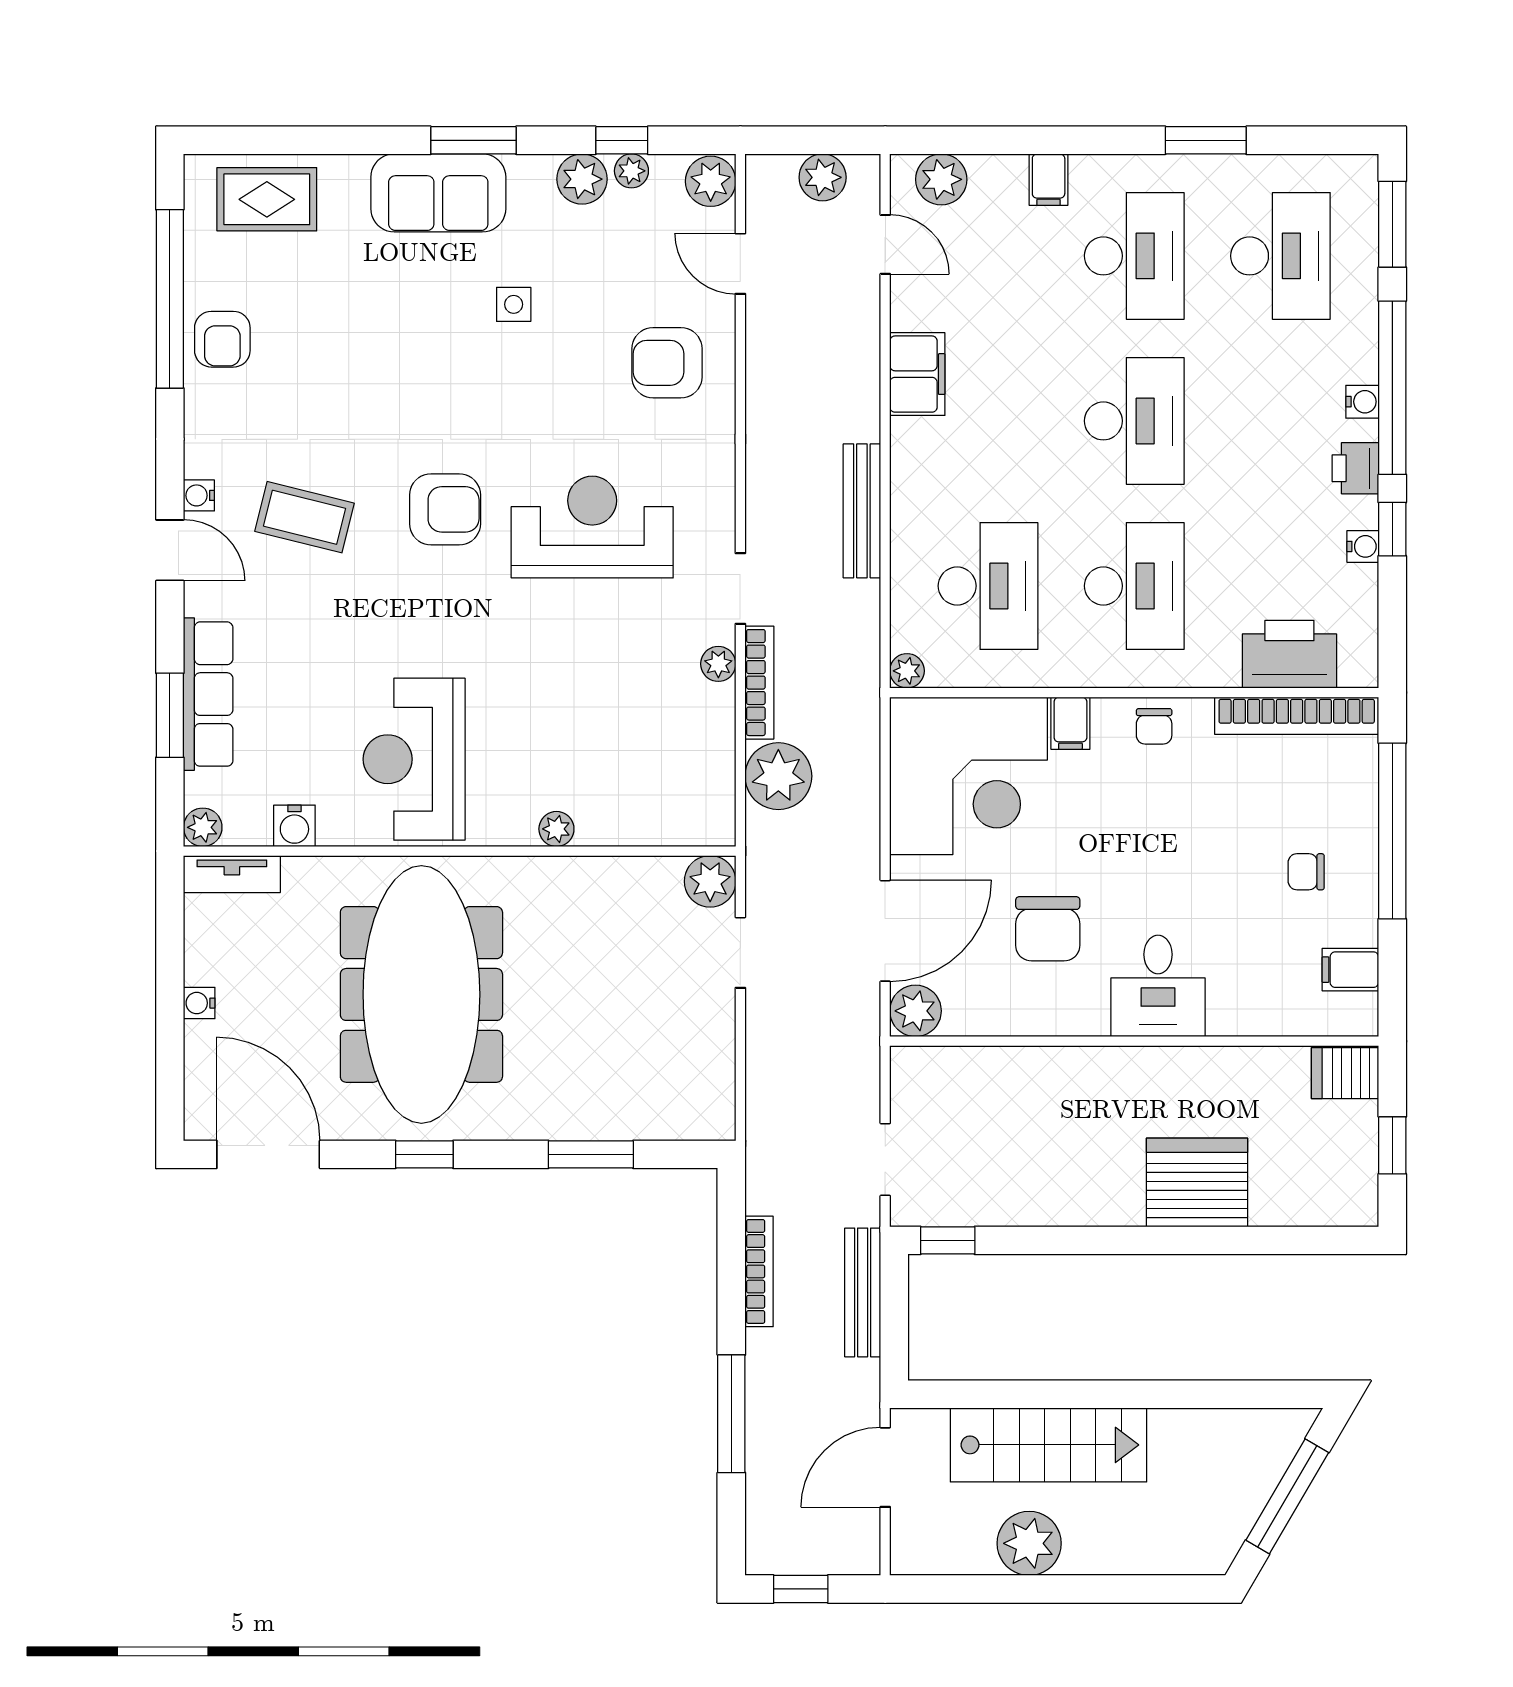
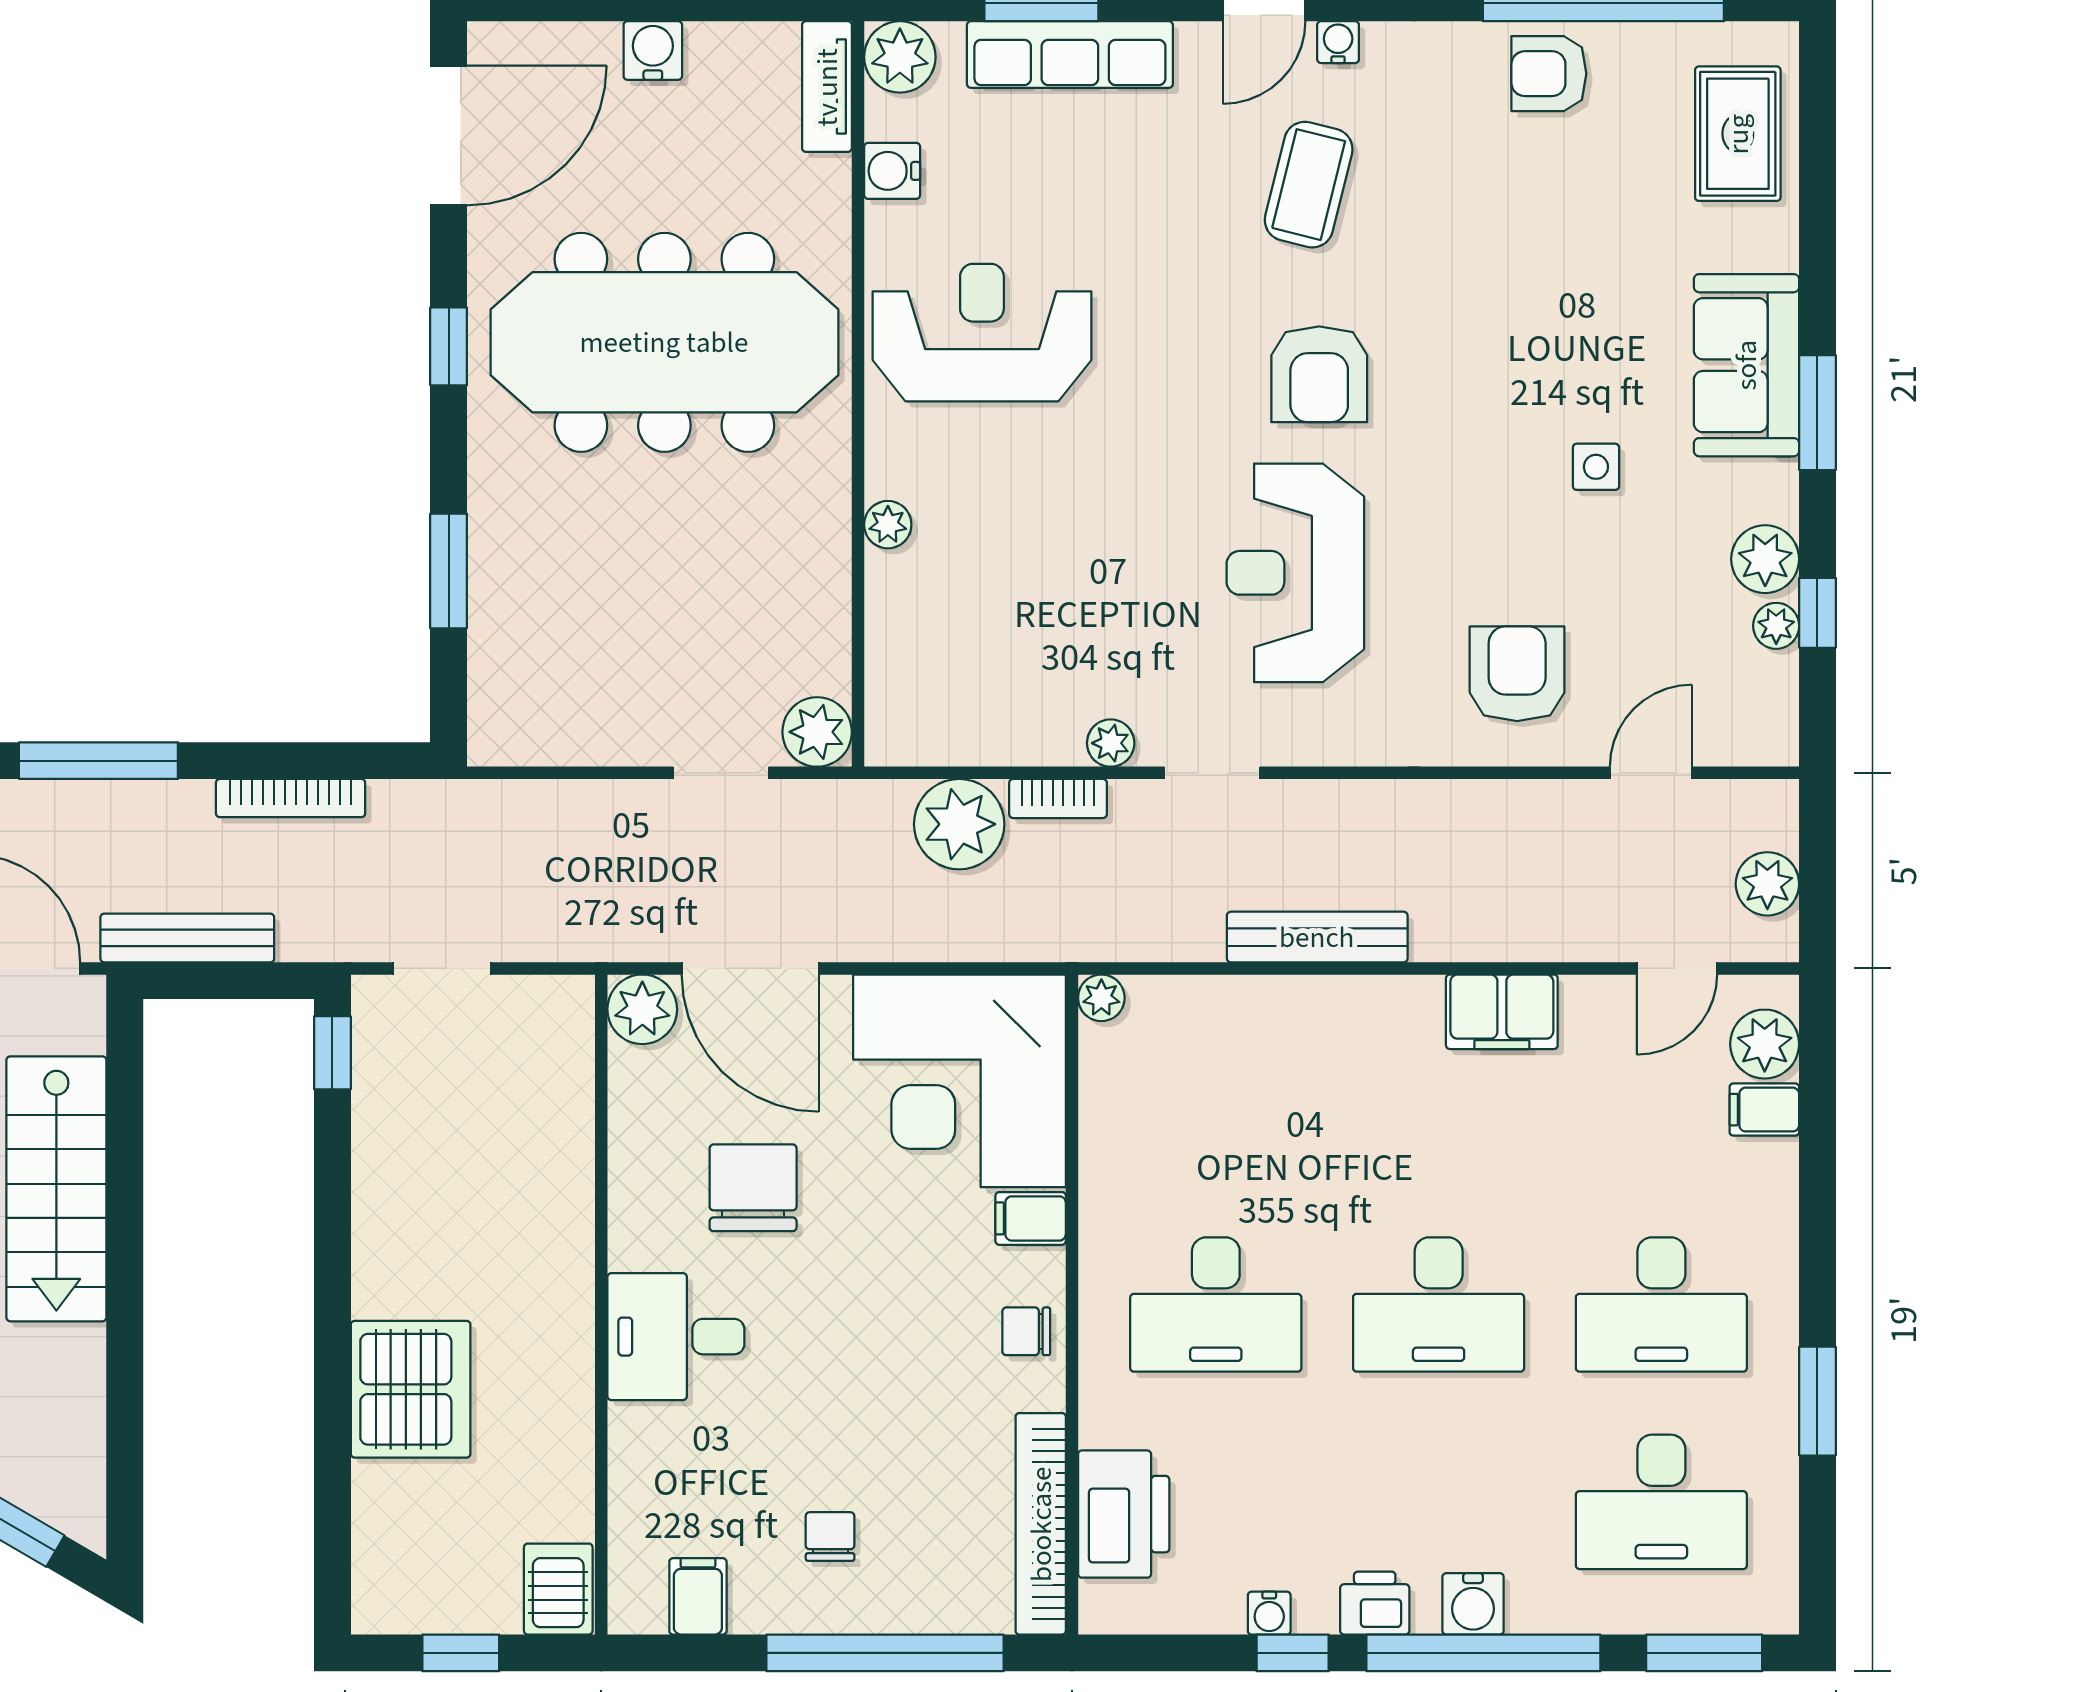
filing cabinet: (1049, 180) -> (1764, 1110), moved
plant: (711, 181) -> (1762, 733), removed
water cooler: (1362, 402) -> (1473, 1604), width x1.38, depth x1.38
reception desk: (592, 527) -> (1295, 573), turned 180
desk: (988, 586) -> (1216, 1107), removed
bookcase: (759, 683) -> (1058, 798), width x0.64
plant: (203, 827) -> (900, 57), width x1.38, depth x1.38
chair: (1048, 929) -> (753, 1188), turned 90
water cooler: (199, 1003) -> (653, 50), width x1.38, depth x1.38
bench: (863, 1292) -> (187, 938), moved

